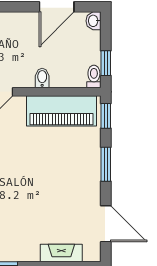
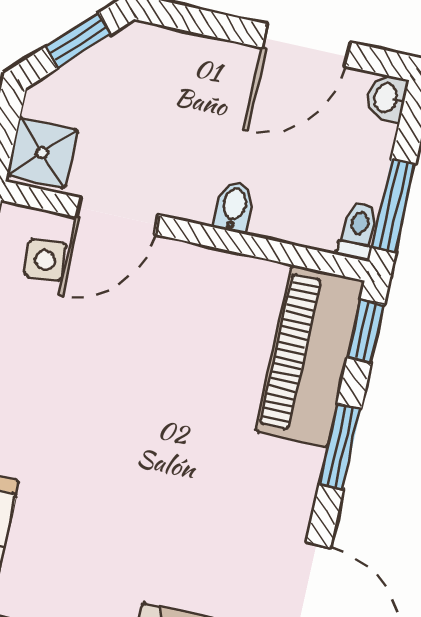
window: (106, 63) -> (394, 205), width x1.50
piano: (61, 111) -> (310, 356), moved, turned 90

